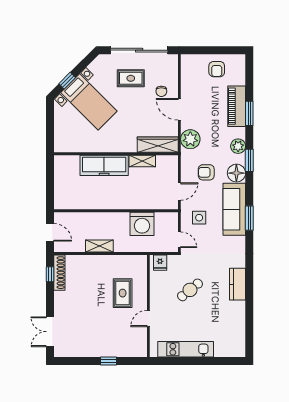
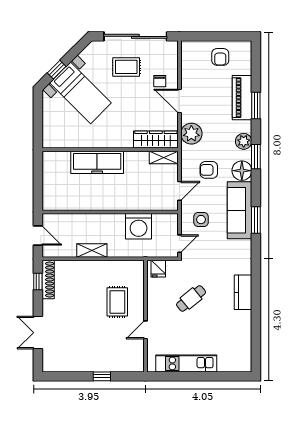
shelving: (142, 161) -> (164, 157), moved
door: (179, 240) -> (179, 244), hinge flipped
double door: (50, 332) -> (38, 333), moved

